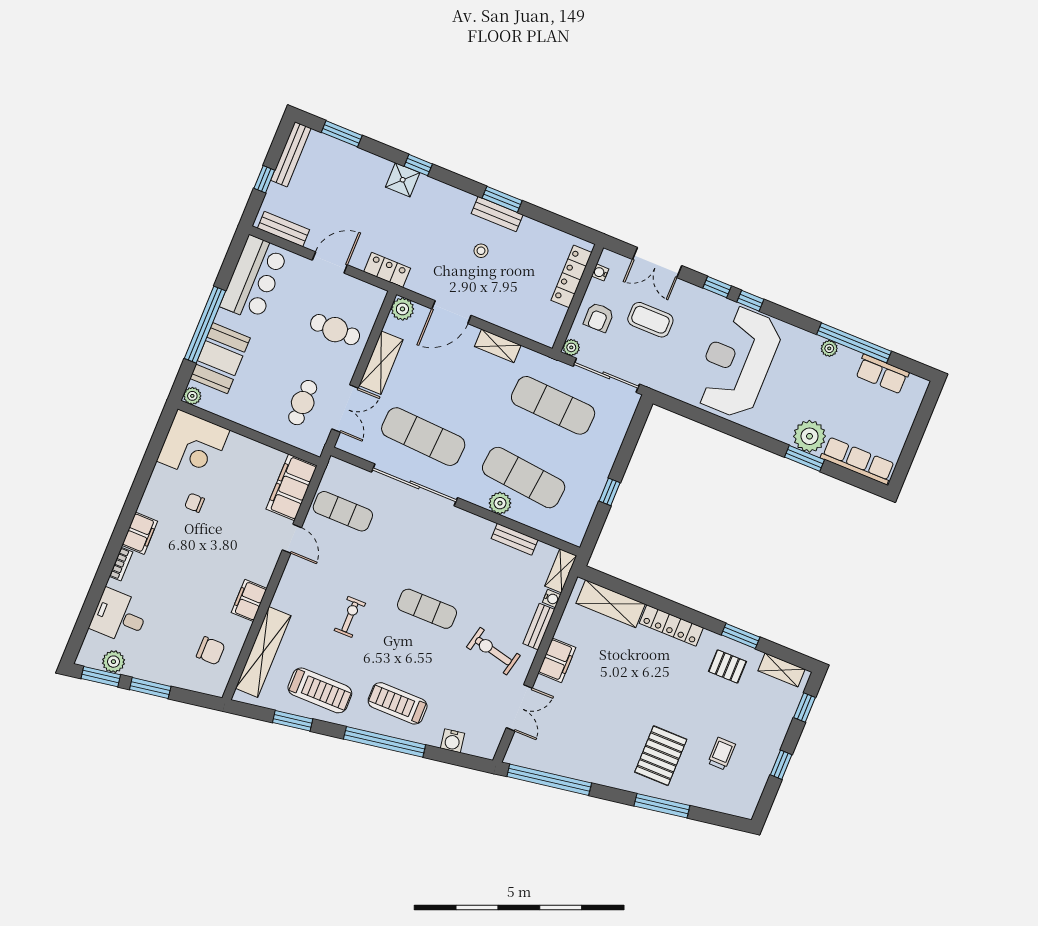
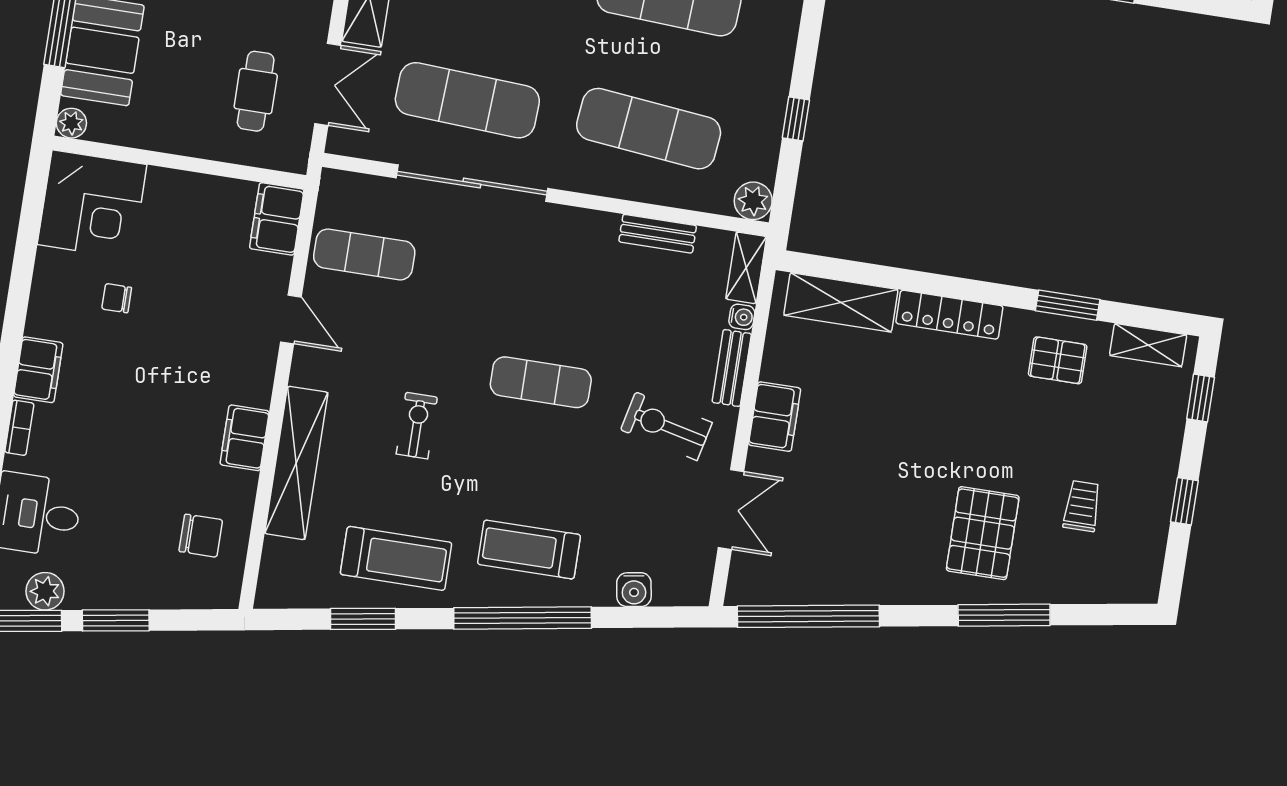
filing cabinet: (292, 487) -> (277, 219), width x0.67, depth x0.86
plant: (500, 503) -> (753, 201), moved
shelving: (263, 652) -> (296, 463), moved

